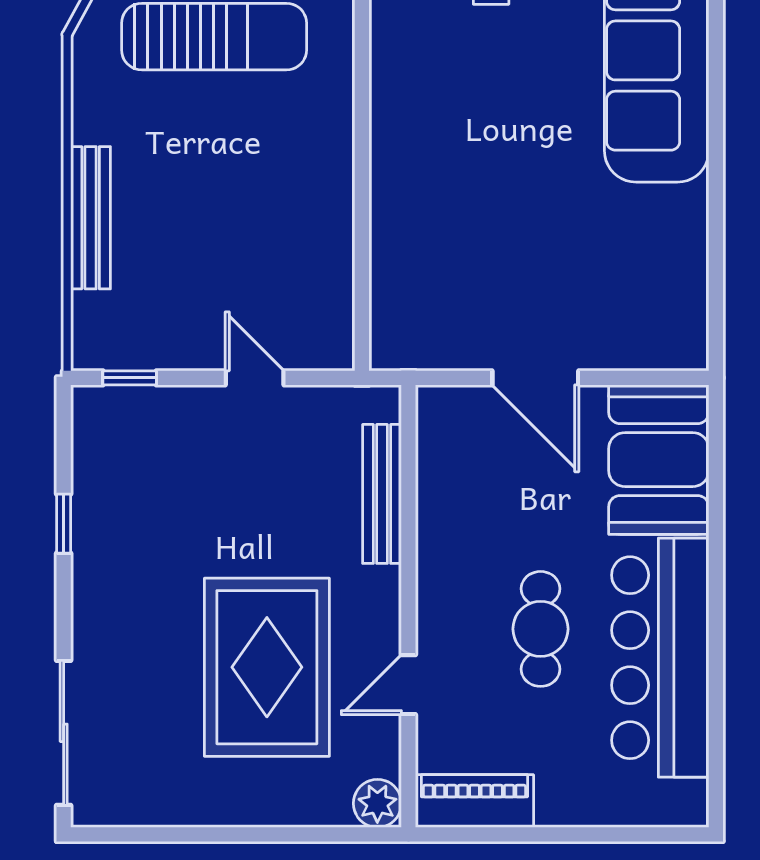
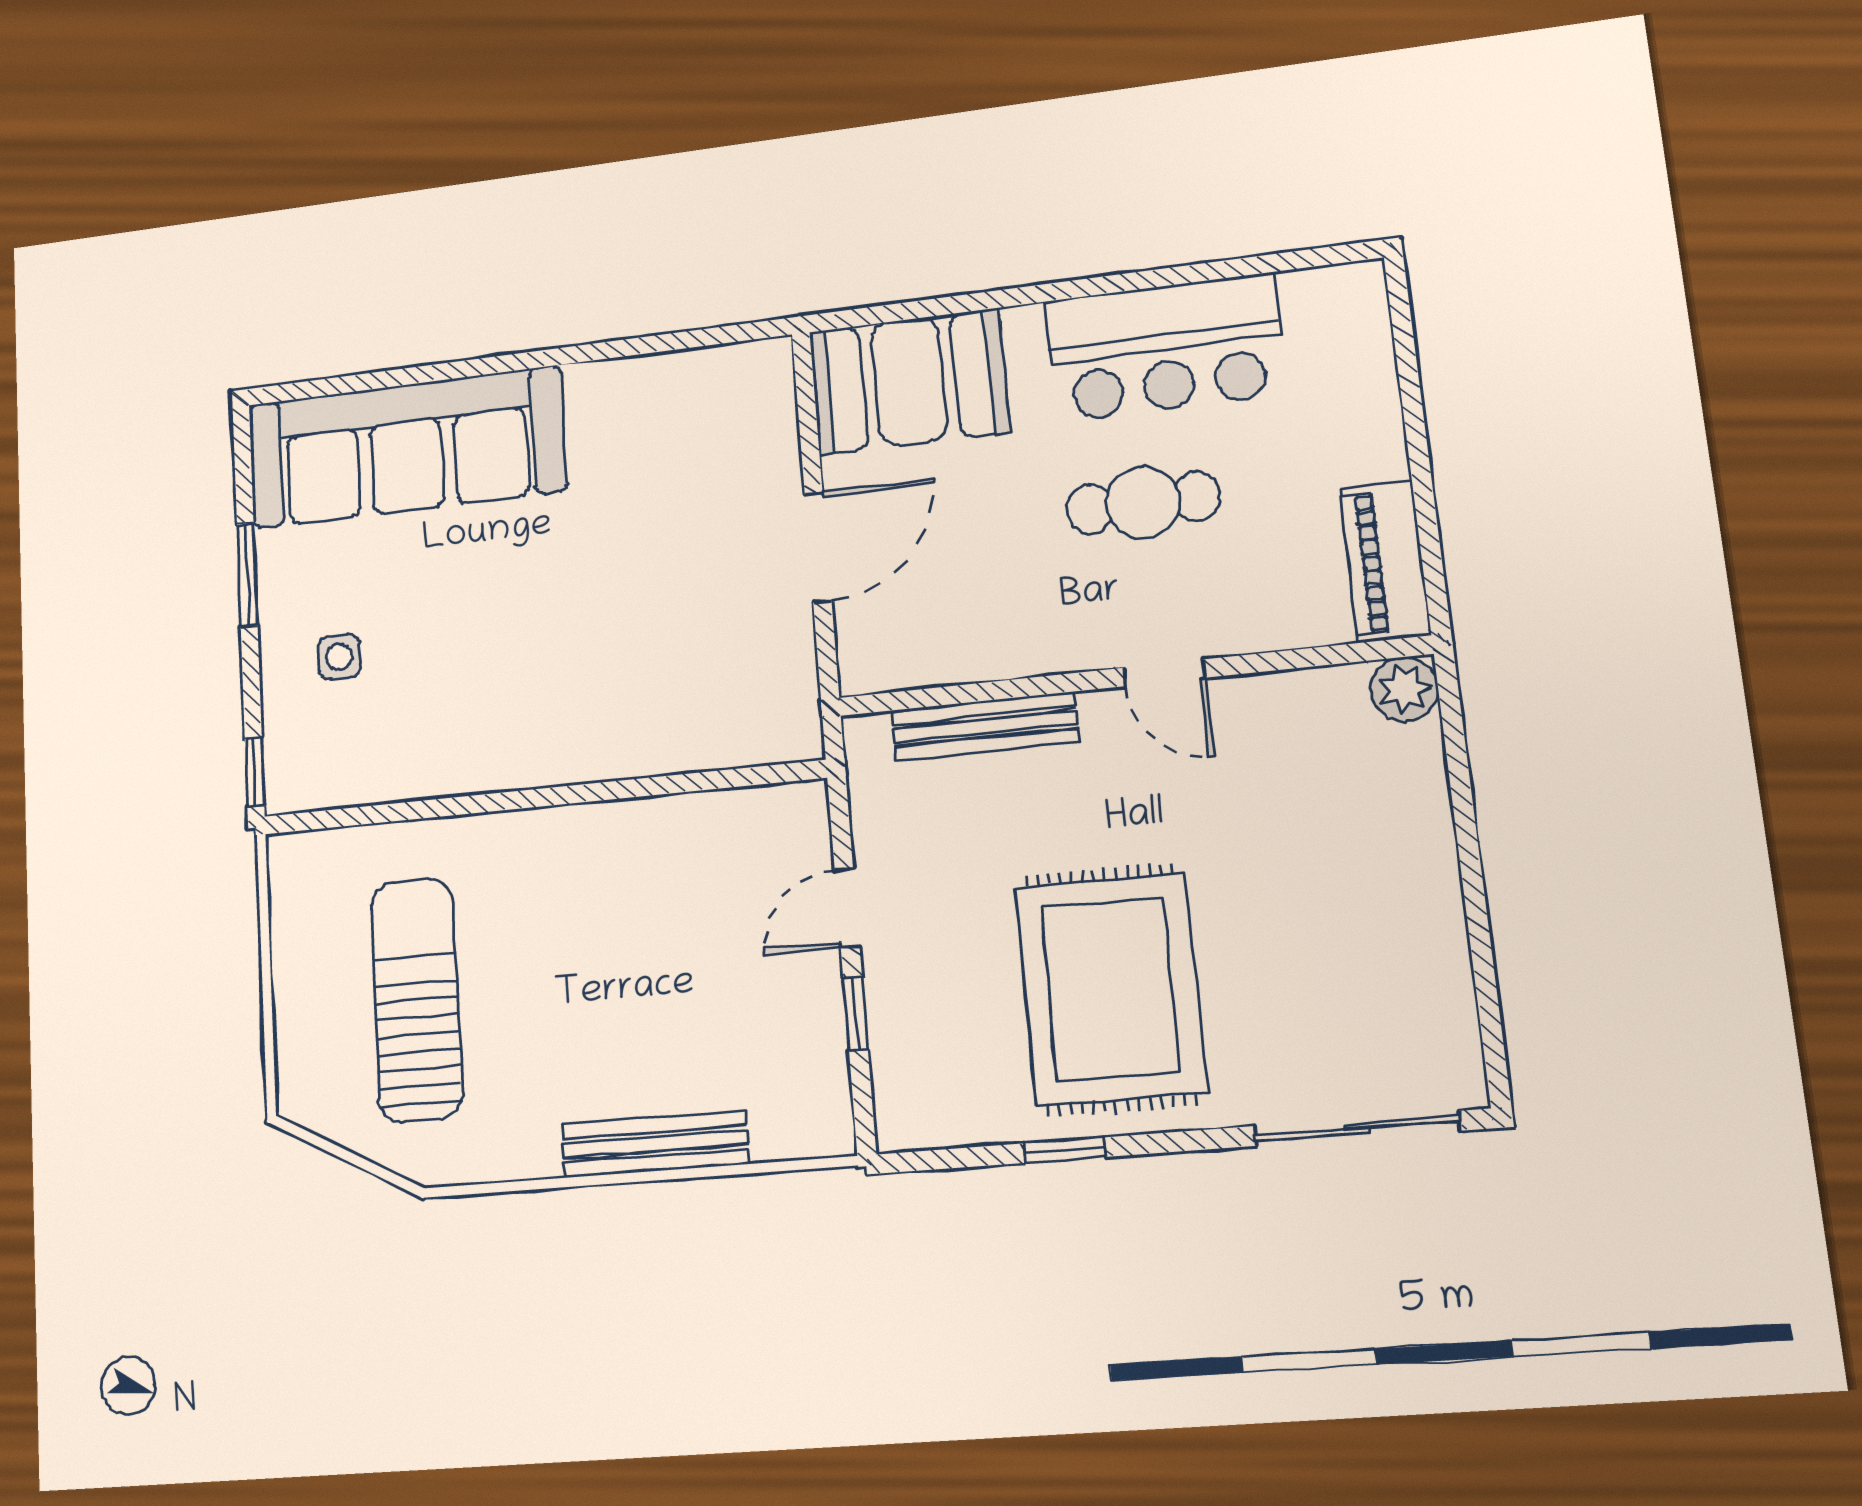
window: (130, 378) -> (856, 1014), moved
bar counter: (660, 658) -> (1165, 347), width x0.73
rug: (267, 667) -> (1110, 989), moved, turned 90
door: (408, 685) -> (1164, 673), moved

